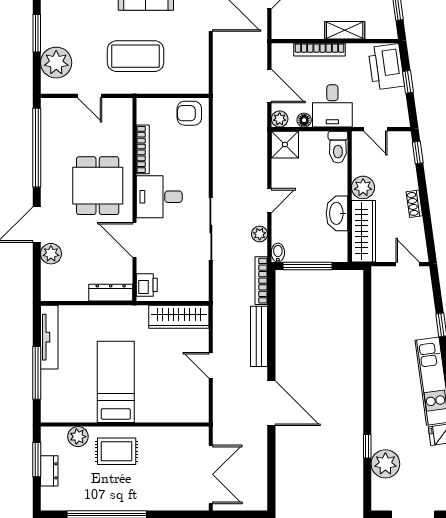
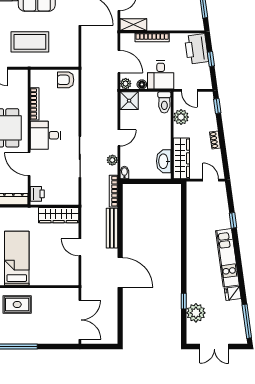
shelving: (345, 30) -> (133, 25), moved
plant: (363, 187) -> (181, 117), moved
washbasin: (337, 213) -> (164, 161), moved
window: (308, 266) -> (144, 181), removed

